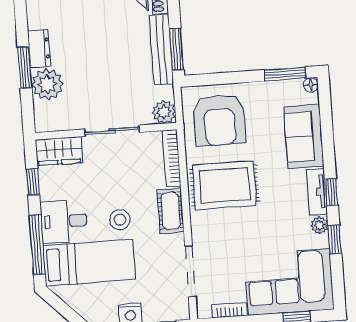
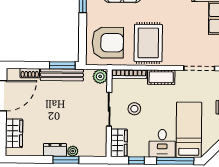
plant: (47, 84) -> (73, 151), width x0.53, depth x0.53
stool: (120, 220) -> (134, 109), moved

